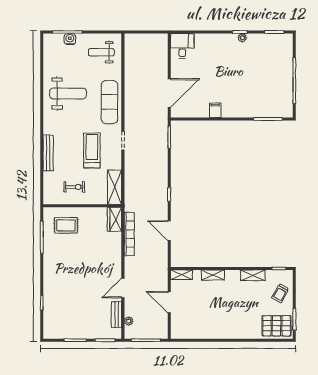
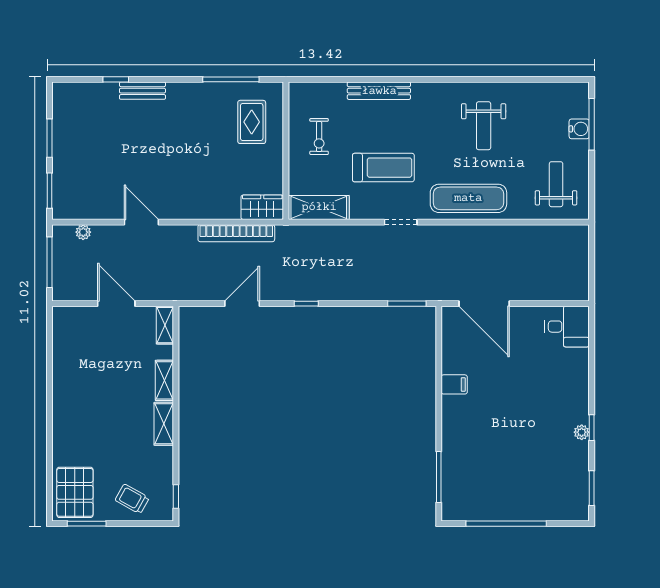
weight bench: (68, 93) -> (484, 126), width x0.73, depth x0.75
shelving: (253, 275) -> (164, 424), moved
door: (169, 302) -> (116, 304), hinge flipped
bench: (116, 315) -> (142, 91), moved

